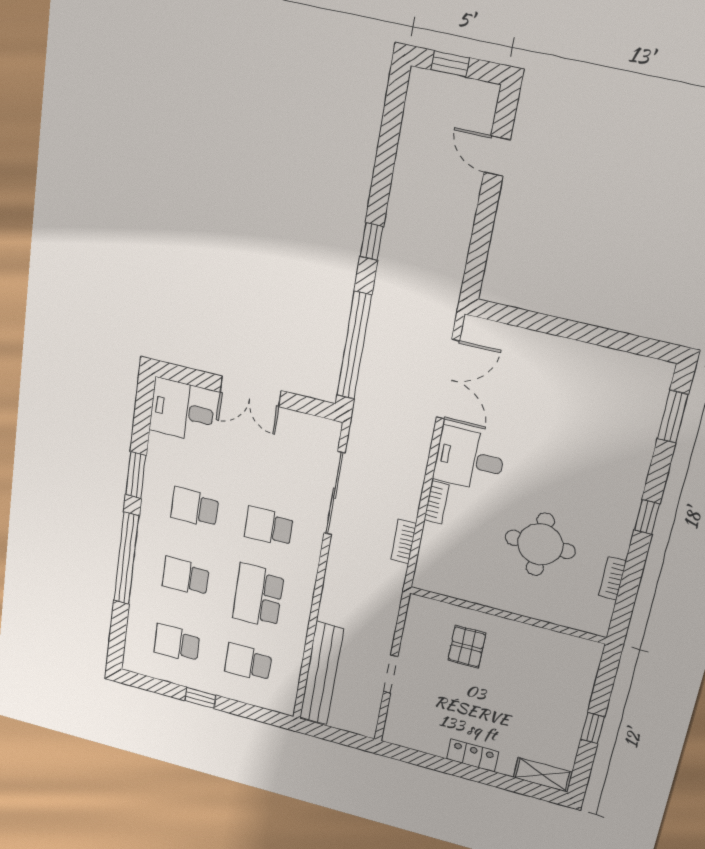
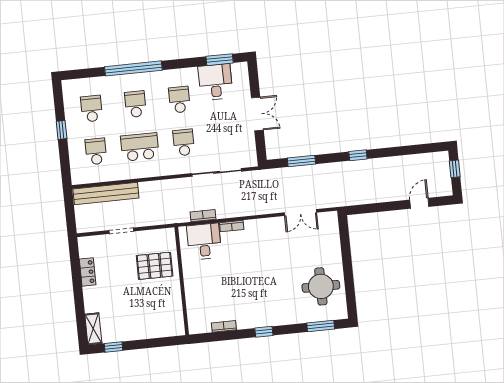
window: (354, 346) -> (301, 161), width x0.47
double door: (448, 379) -> (300, 213), width x0.73
double door: (250, 391) -> (257, 114), swing flipped
desk: (182, 411) -> (215, 82), moved
desk: (469, 459) -> (204, 242), moved
window: (136, 475) -> (220, 60), moved
round table: (540, 544) -> (321, 286), moved
pallet: (467, 647) -> (155, 266), width x1.50, depth x1.42
window: (593, 728) -> (114, 347), moved
locker: (473, 755) -> (88, 272), moved

